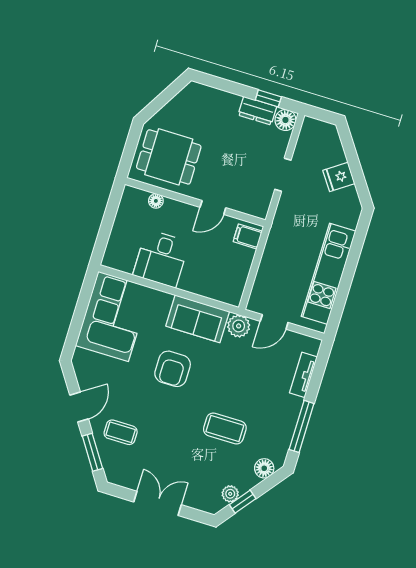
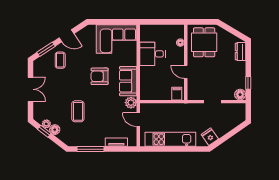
dresser: (257, 111) -> (240, 52), moved
fridge: (339, 177) -> (210, 137), moved
floor lamp: (264, 468) -> (55, 130), moved

